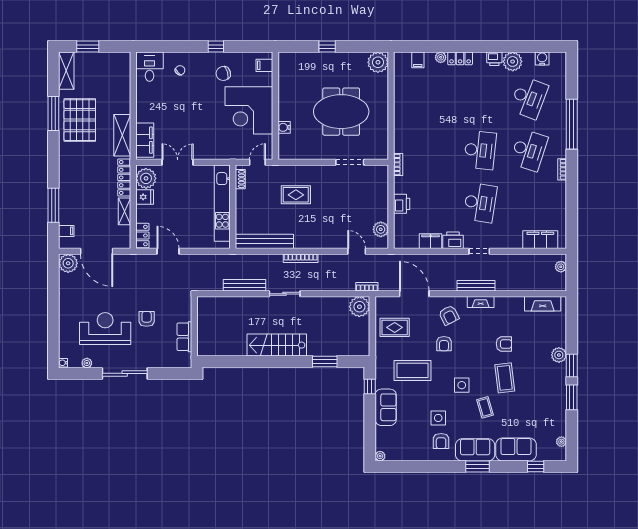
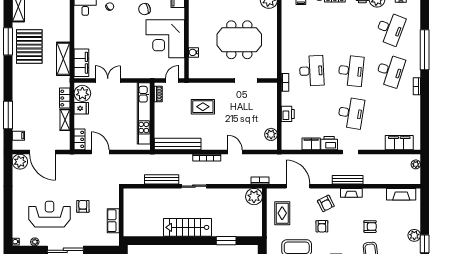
desk: (431, 150) -> (312, 71), added
locker: (124, 177) -> (65, 98), width x0.66
door: (357, 251) -> (235, 152), moved
rug: (395, 327) -> (282, 213), turned 90

